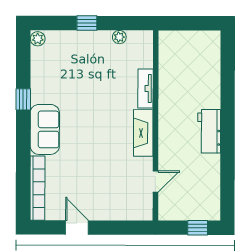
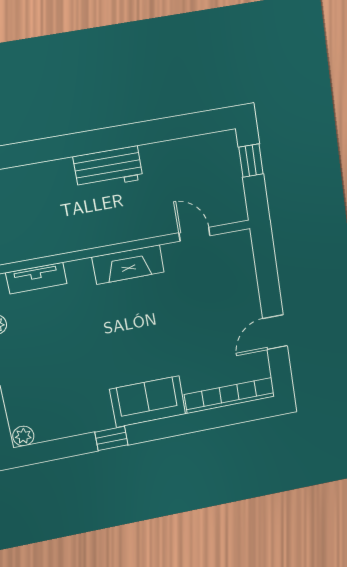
tv unit: (145, 89) -> (36, 278), moved

